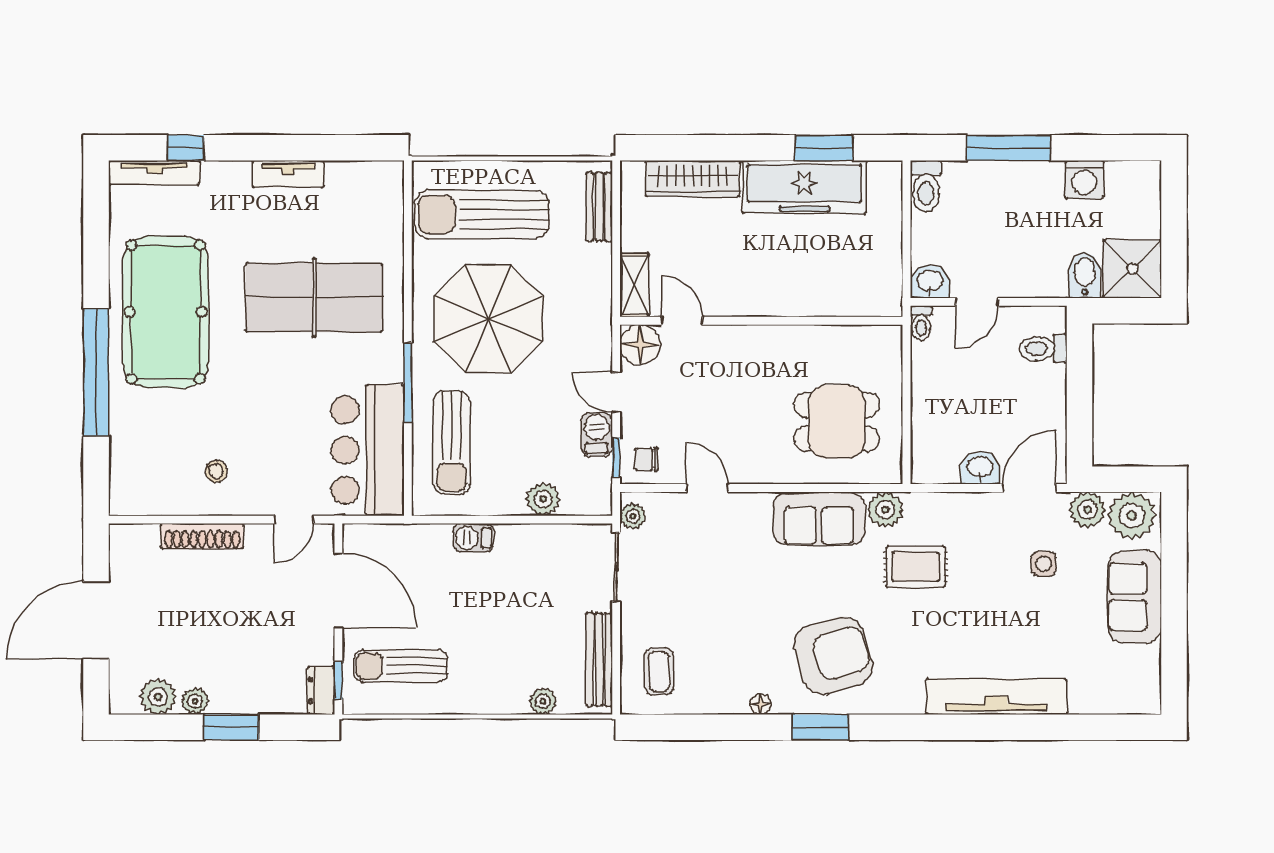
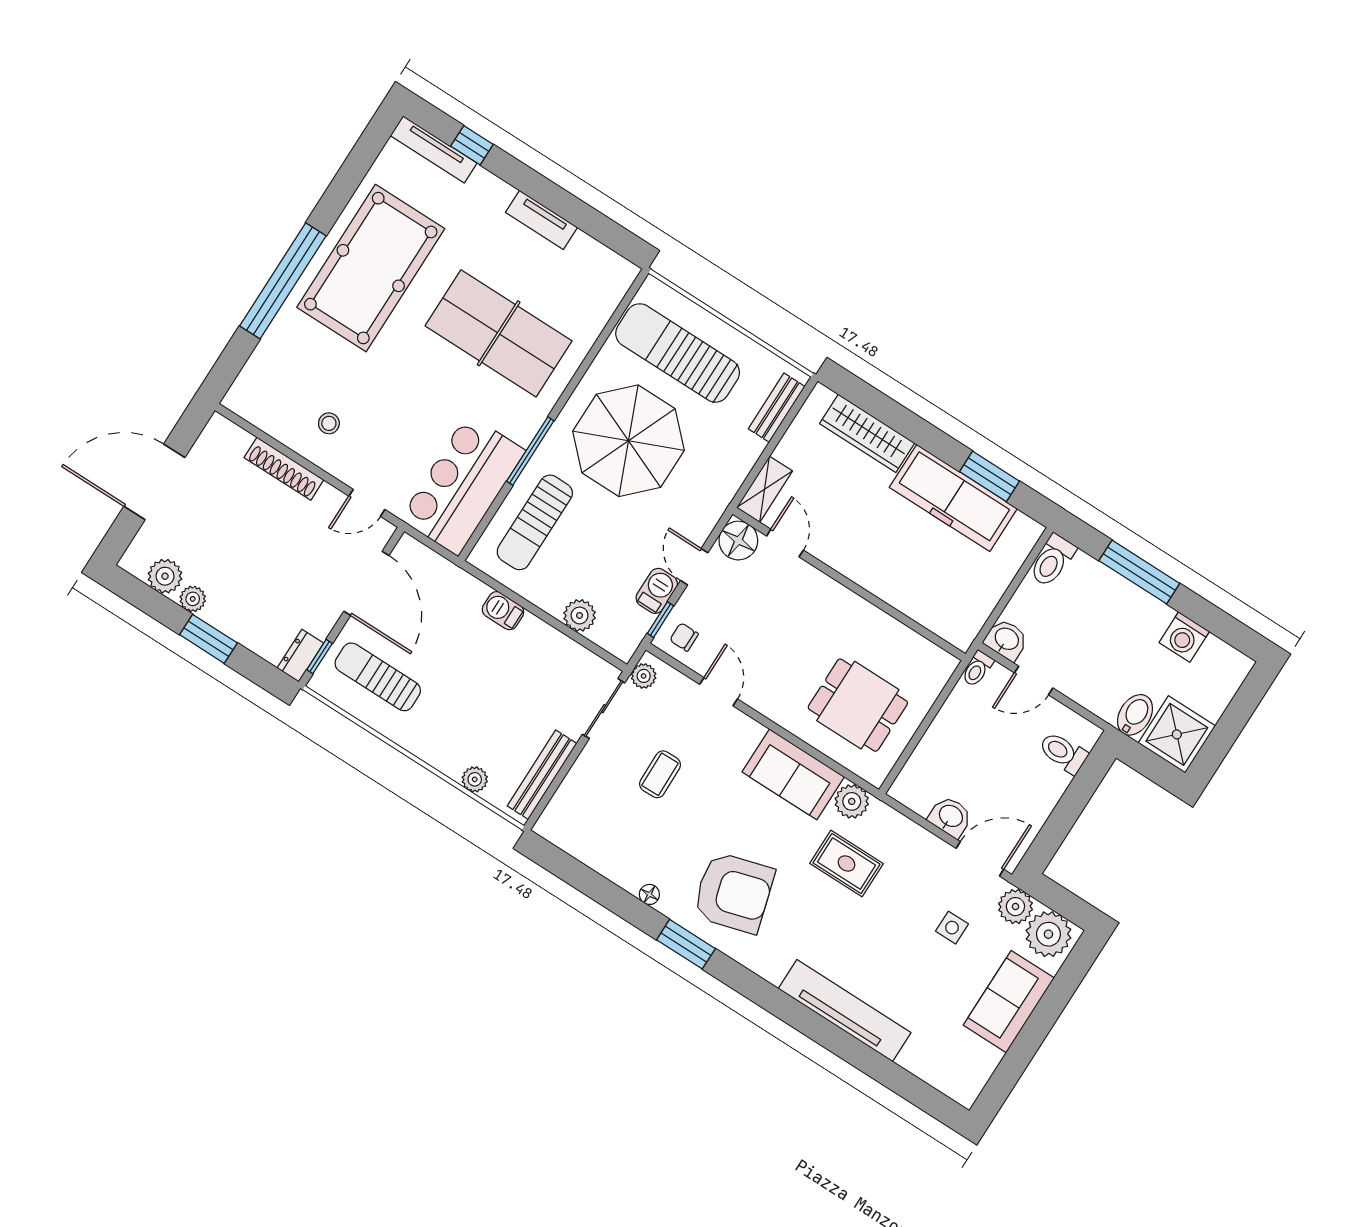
coffee table: (659, 671) -> (660, 774), moved

